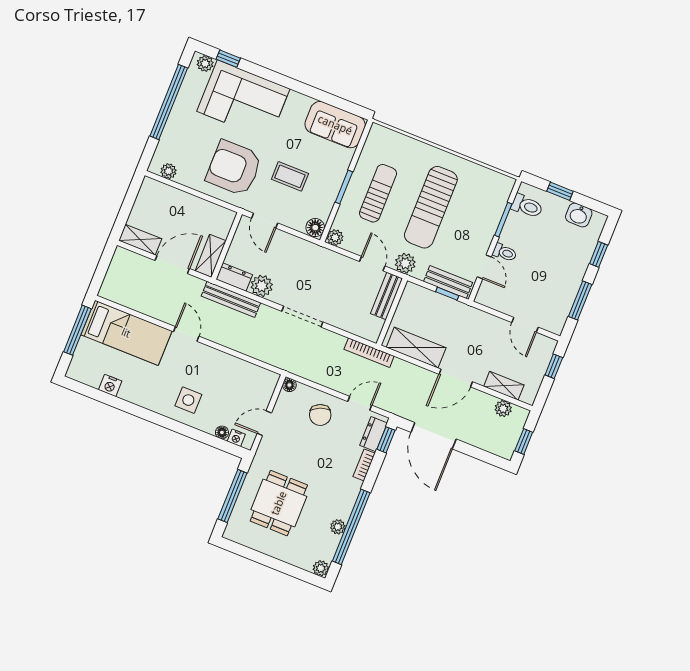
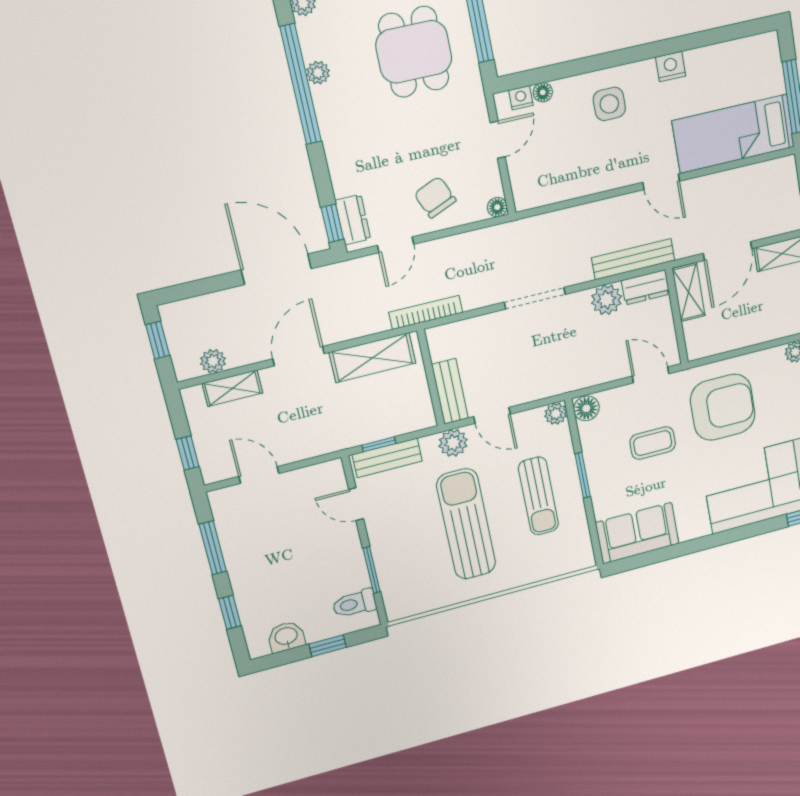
toilet: (505, 253) -> (343, 536), removed
nightstand: (110, 385) -> (671, 67), moved
bookcase: (364, 465) -> (338, 174), removed

